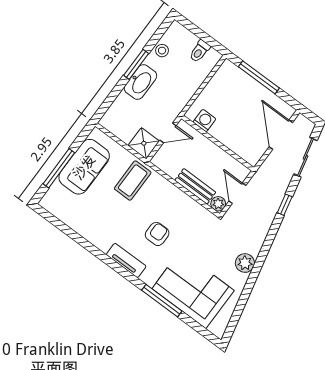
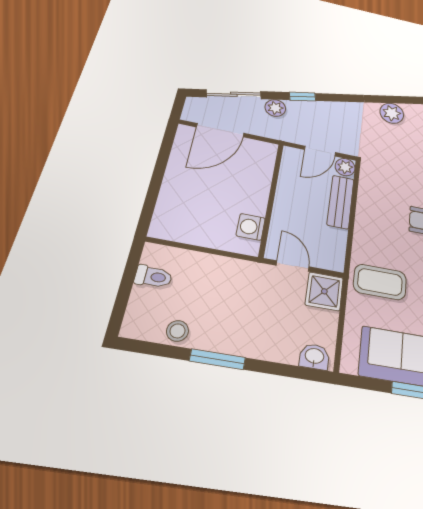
window: (259, 77) -> (156, 184), removed
washbasin: (140, 82) -> (314, 357), moved, width x0.52, depth x0.69
plant: (283, 180) -> (275, 108), added

